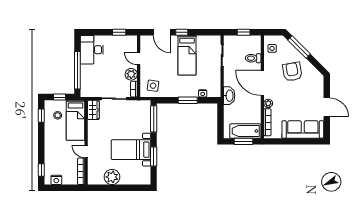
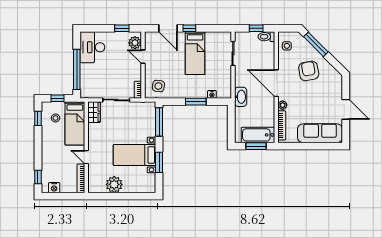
toilet: (253, 58) -> (266, 37), moved
plant: (131, 74) -> (135, 43), moved

